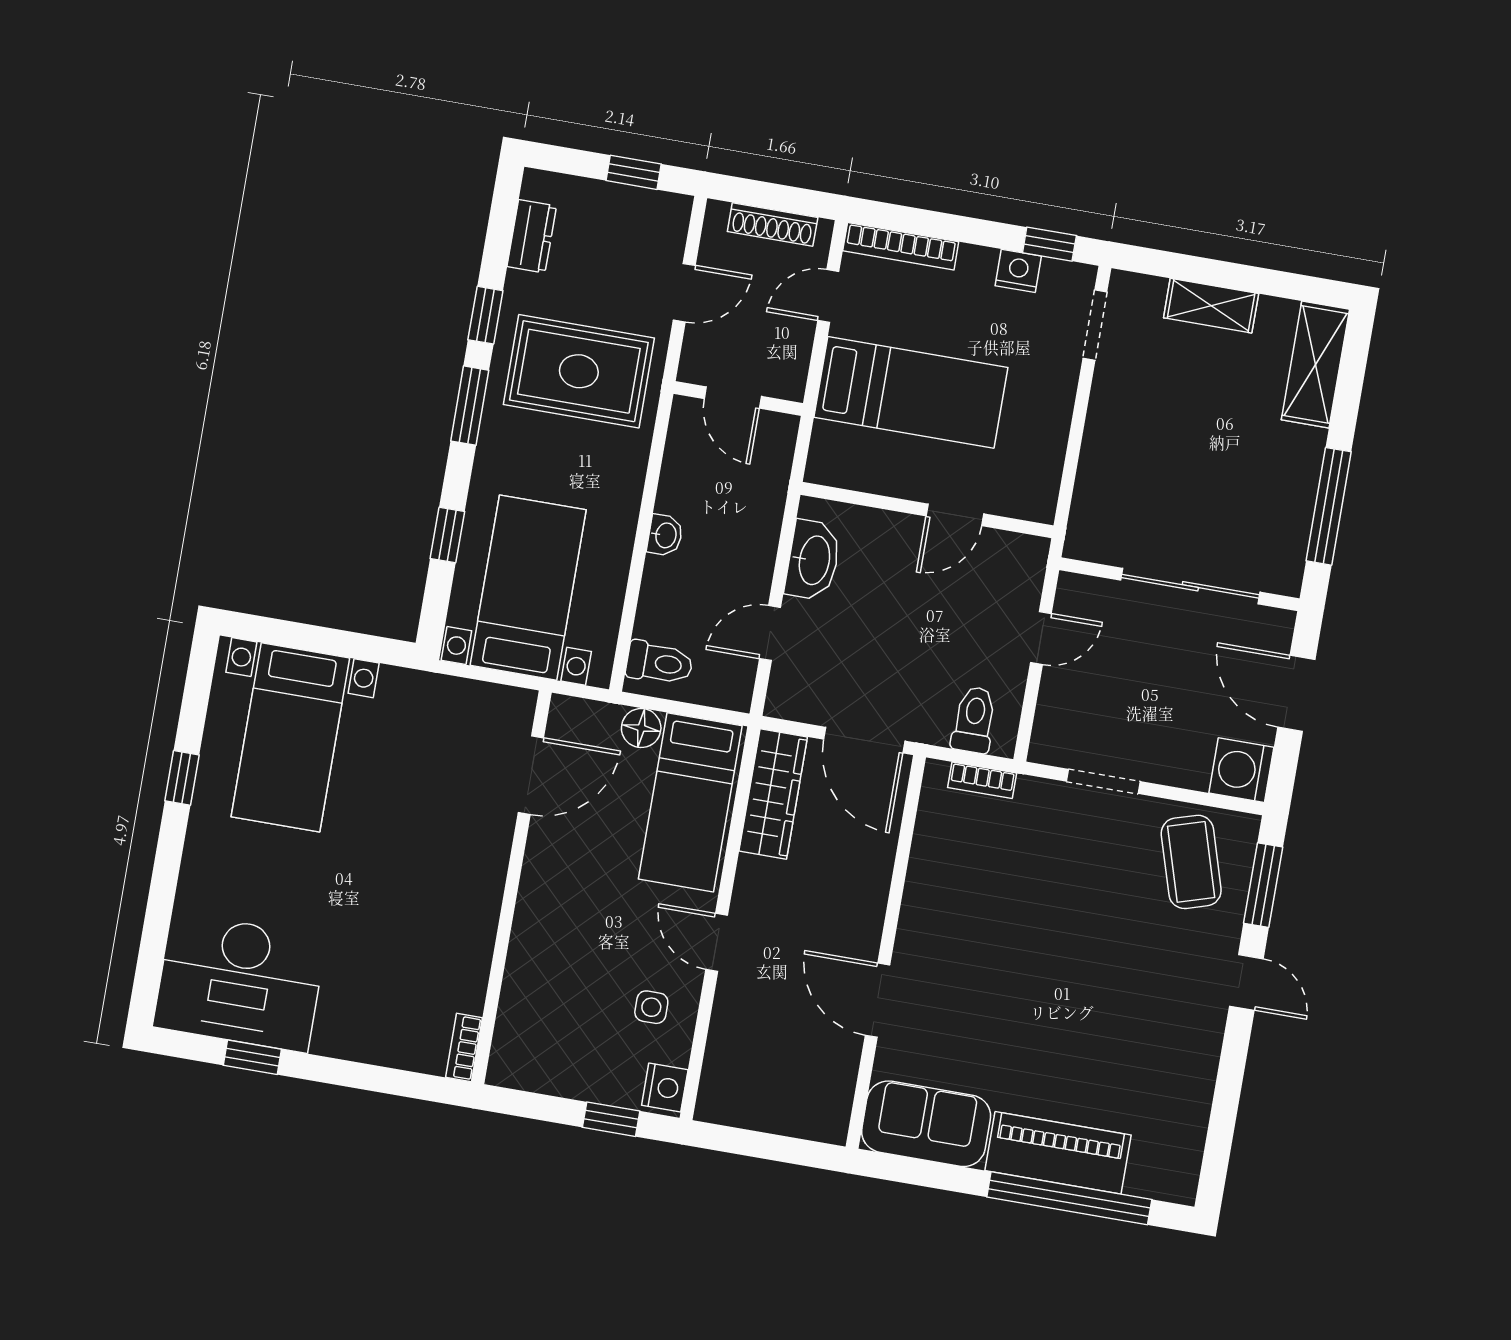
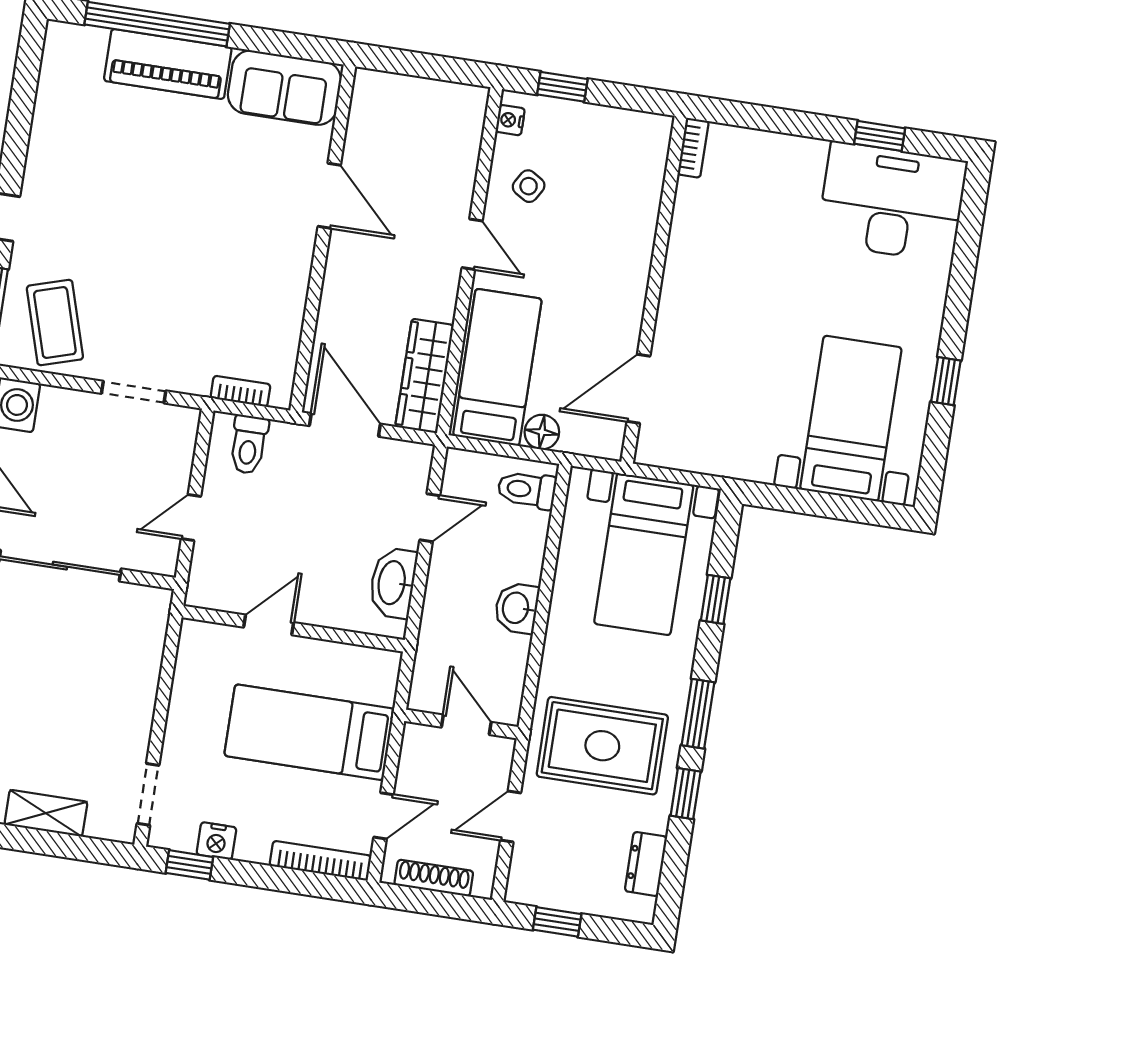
washbasin: (665, 535) -> (517, 608), width x1.38, depth x1.45
side table: (651, 1007) -> (529, 186), turned 31
nightstand: (665, 1088) -> (510, 120), width x0.72, depth x0.74

